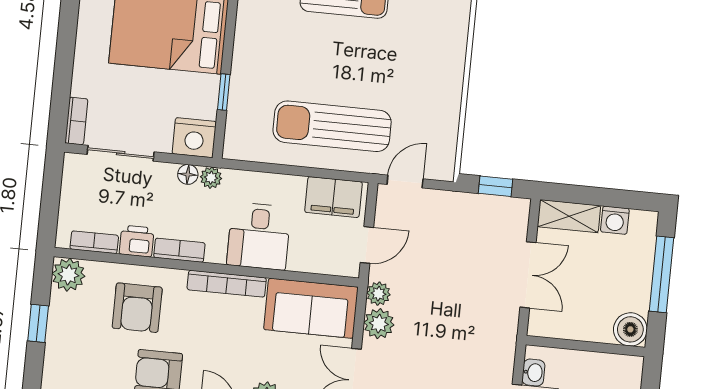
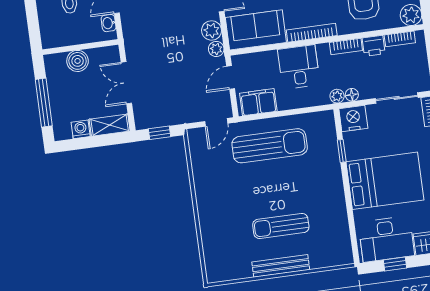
boiler: (630, 329) -> (78, 61), moved

